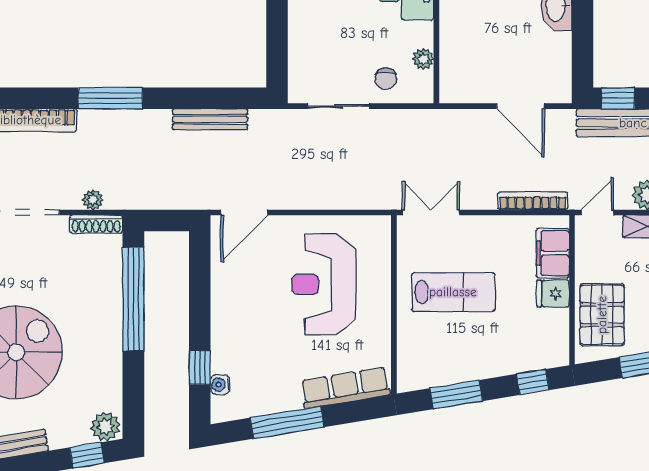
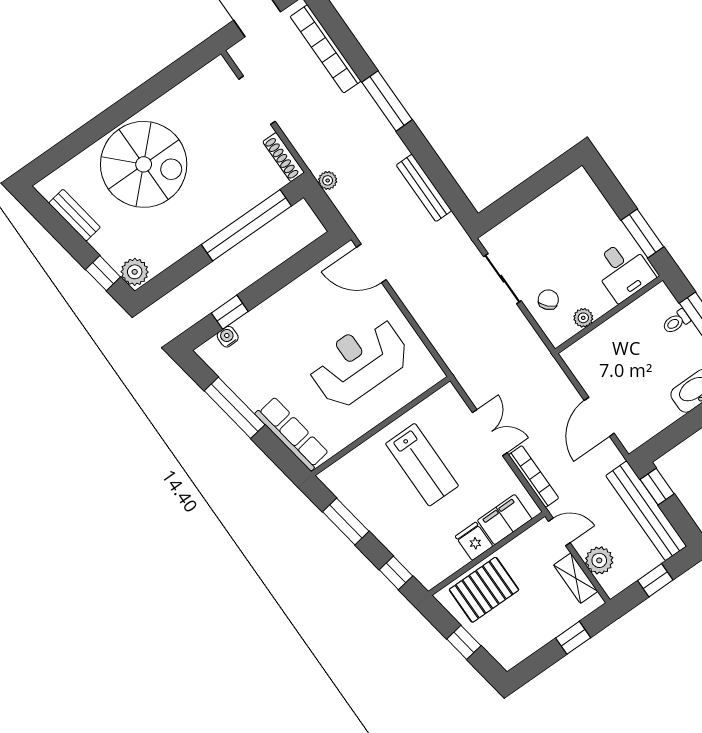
chair: (386, 79) -> (548, 300), turned 136
plant: (93, 200) -> (328, 180), moved
double door: (431, 212) -> (490, 433), moved

